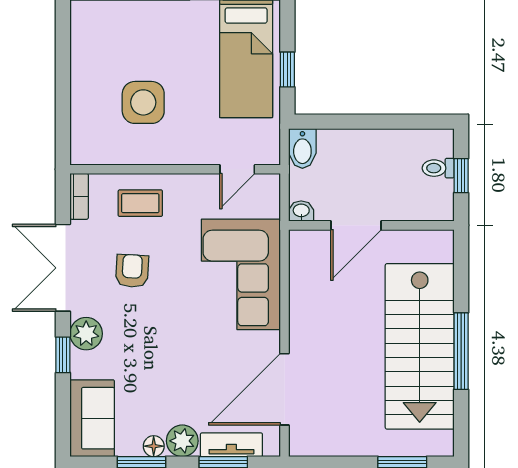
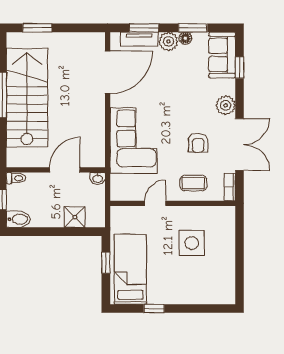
shower: (339, 146) -> (75, 217), added
bidet: (302, 148) -> (18, 219), moved, turned 90
toilet: (438, 168) -> (16, 178), moved
door: (237, 169) -> (155, 203), moved
window: (63, 355) -> (239, 68), moved

